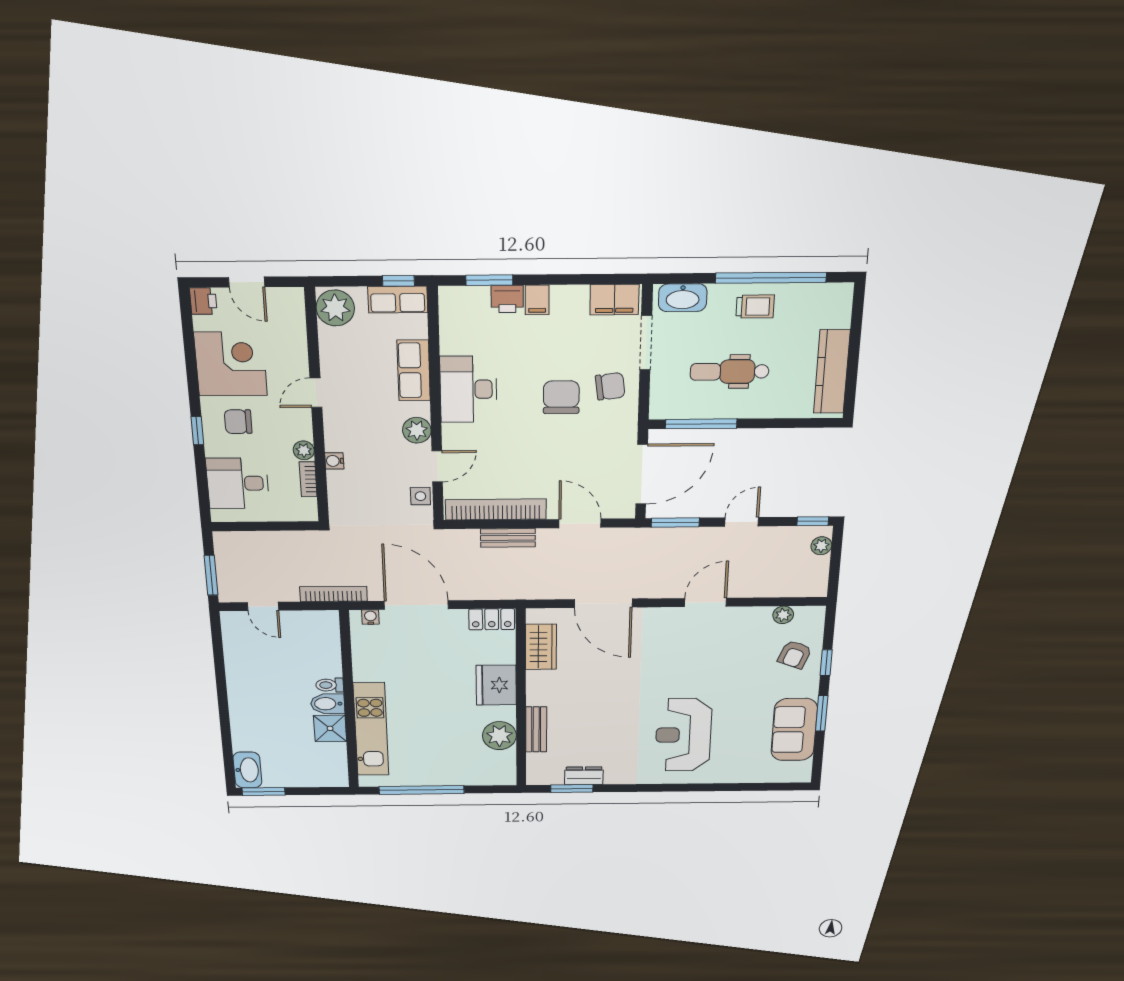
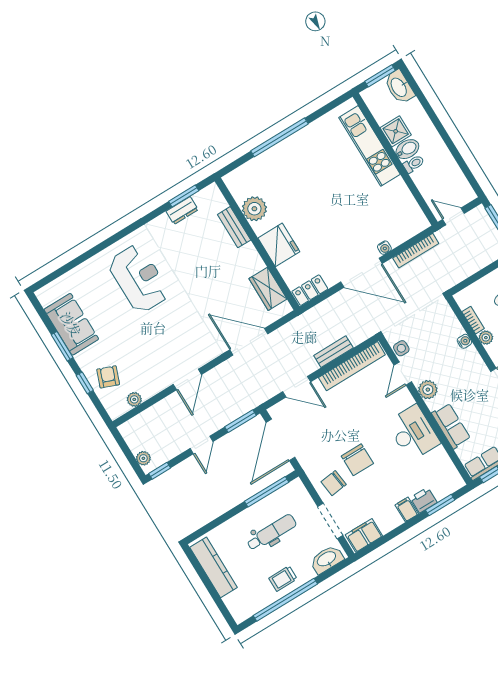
toilet: (330, 685) -> (414, 164), moved
wall: (349, 701) -> (395, 159), moved
bidet: (328, 704) -> (407, 149), moved
shower: (330, 728) -> (396, 131), moved
kitchen unit: (371, 729) -> (370, 146), moved

